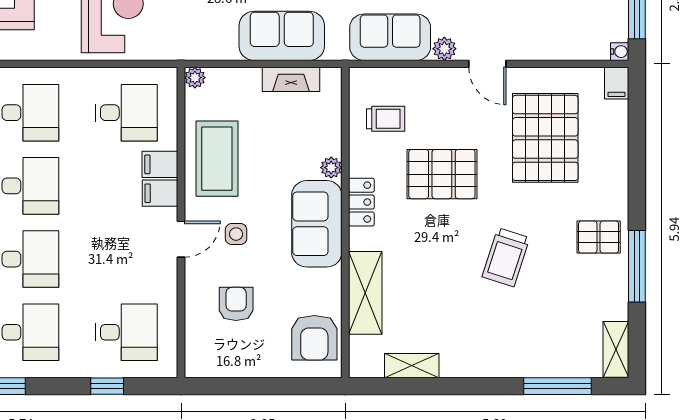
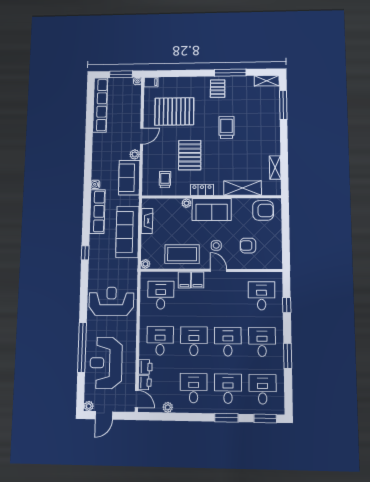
sofa: (282, 36) -> (127, 232), width x1.36
trolley: (506, 257) -> (226, 127), turned -108

